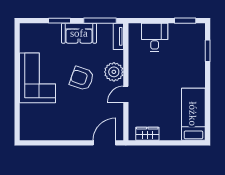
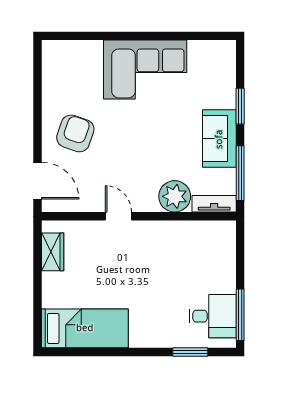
window: (185, 21) -> (240, 315), width x1.44
desk: (155, 37) -> (213, 316), moved
plant: (114, 72) -> (175, 196), moved
armchair: (82, 78) -> (75, 133), moved

